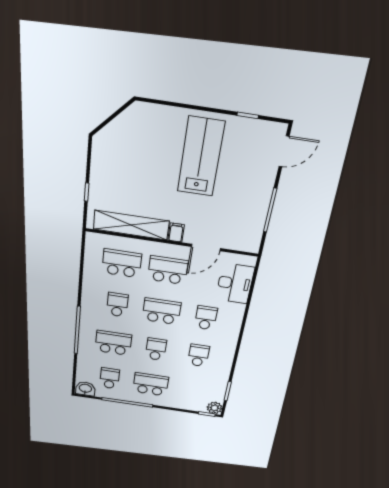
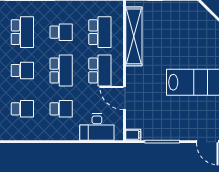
filing cabinet: (176, 233) -> (133, 135), moved

